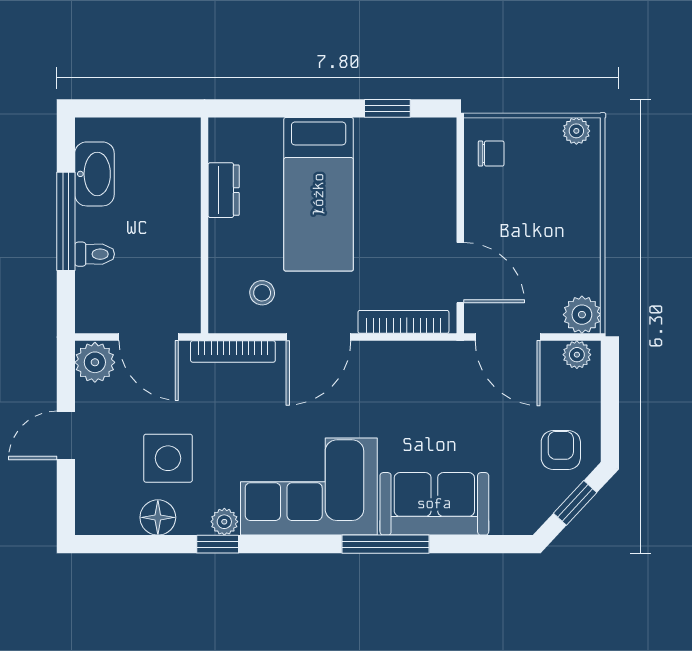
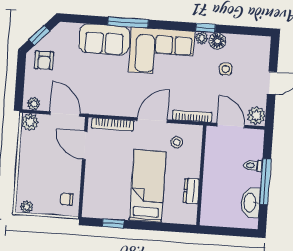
side table: (168, 458) -> (226, 69), width x0.54, depth x0.54
floor lamp: (158, 517) -> (217, 41), moved

